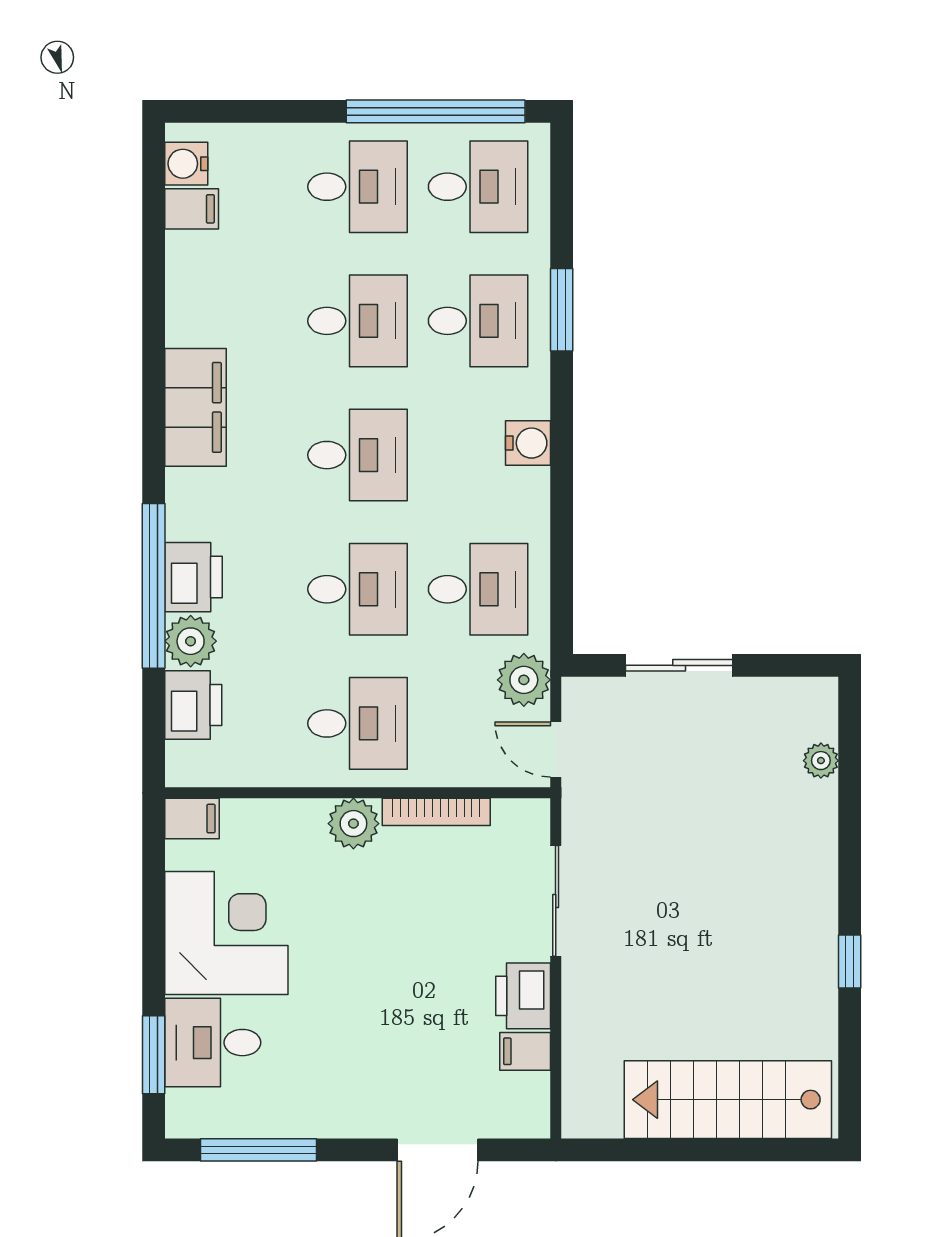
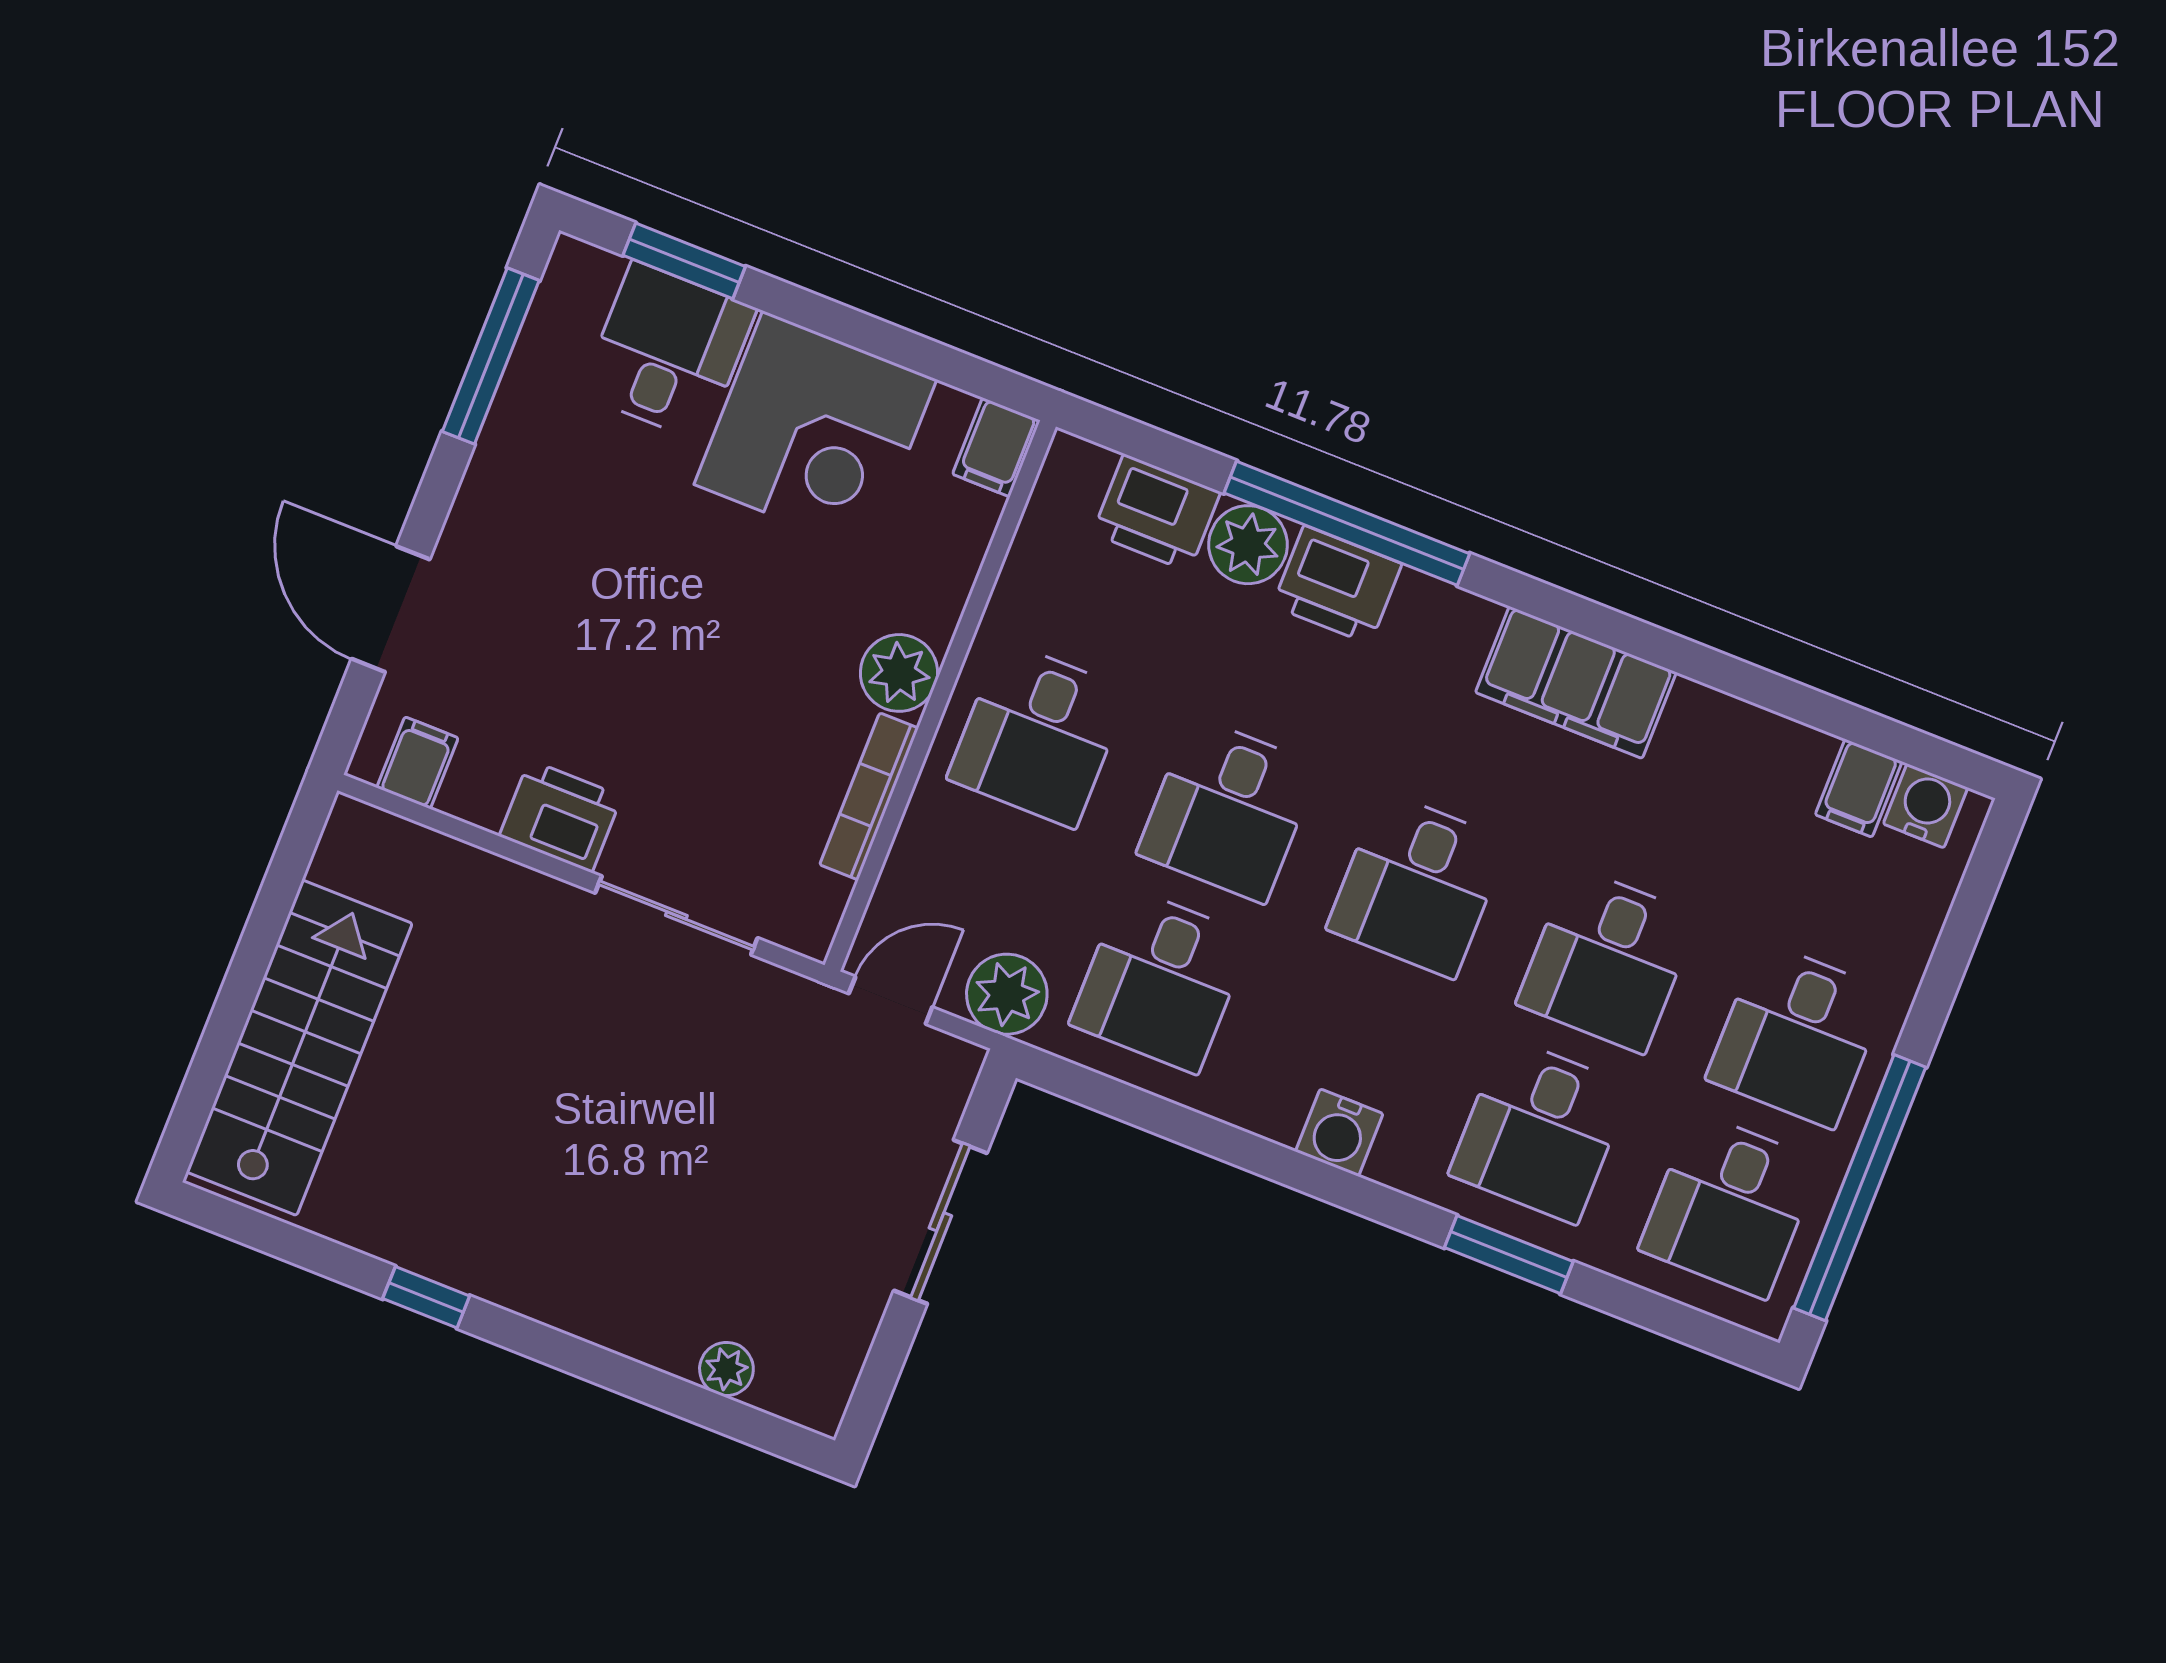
filing cabinet: (525, 1051) -> (417, 763), moved

